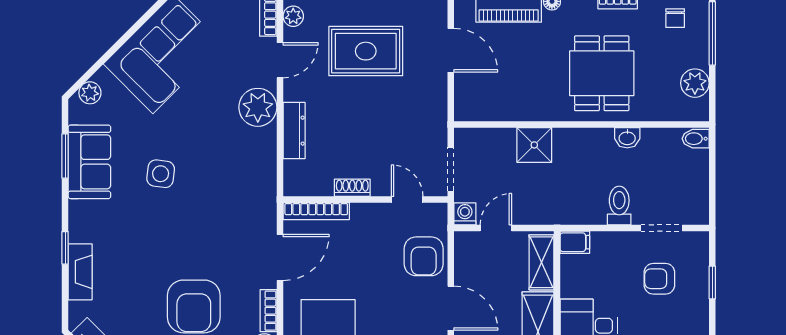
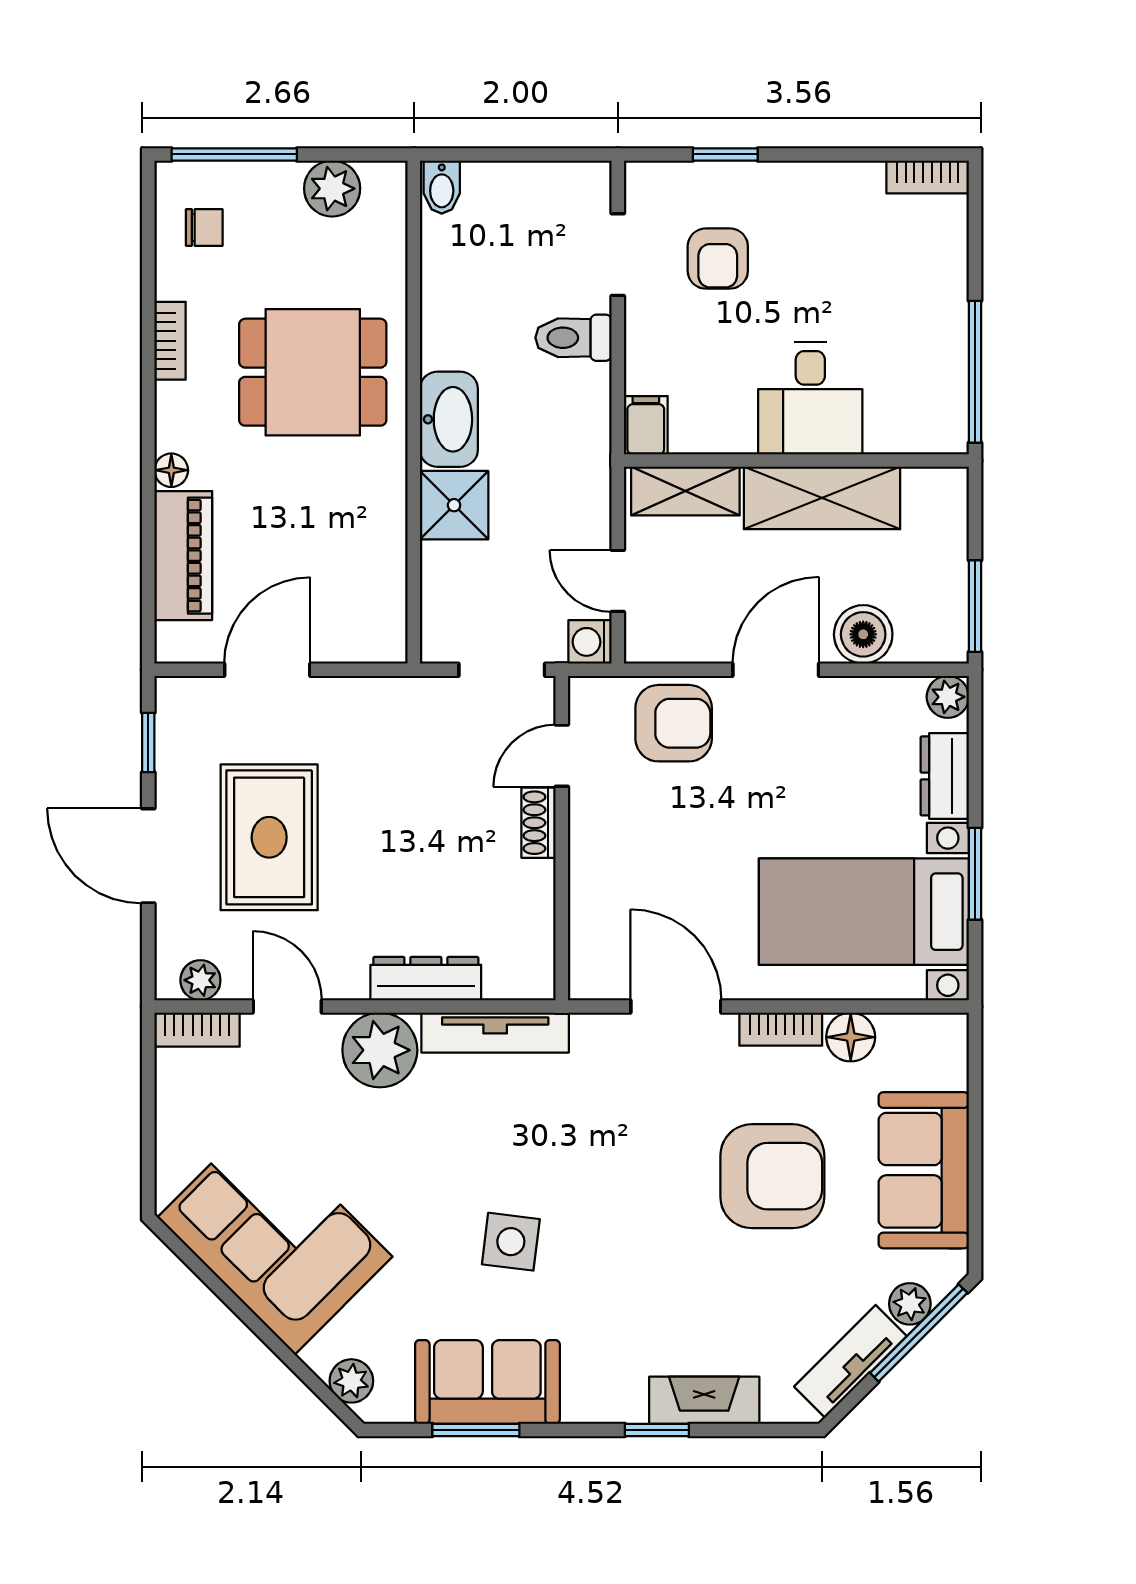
washbasin: (627, 138) -> (449, 419), moved, width x1.91, depth x1.45
tv unit: (267, 166) -> (495, 1033), added
shoe rack: (352, 188) -> (538, 823), moved
bookcase: (316, 211) -> (585, 935), removed

